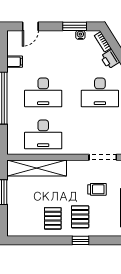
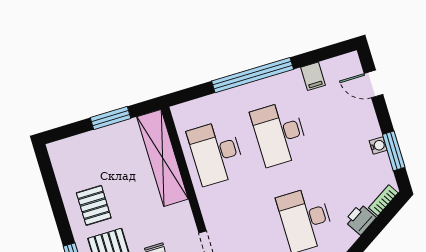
water cooler: (80, 35) -> (378, 146), moved
pallet: (53, 218) -> (94, 205), turned 90

